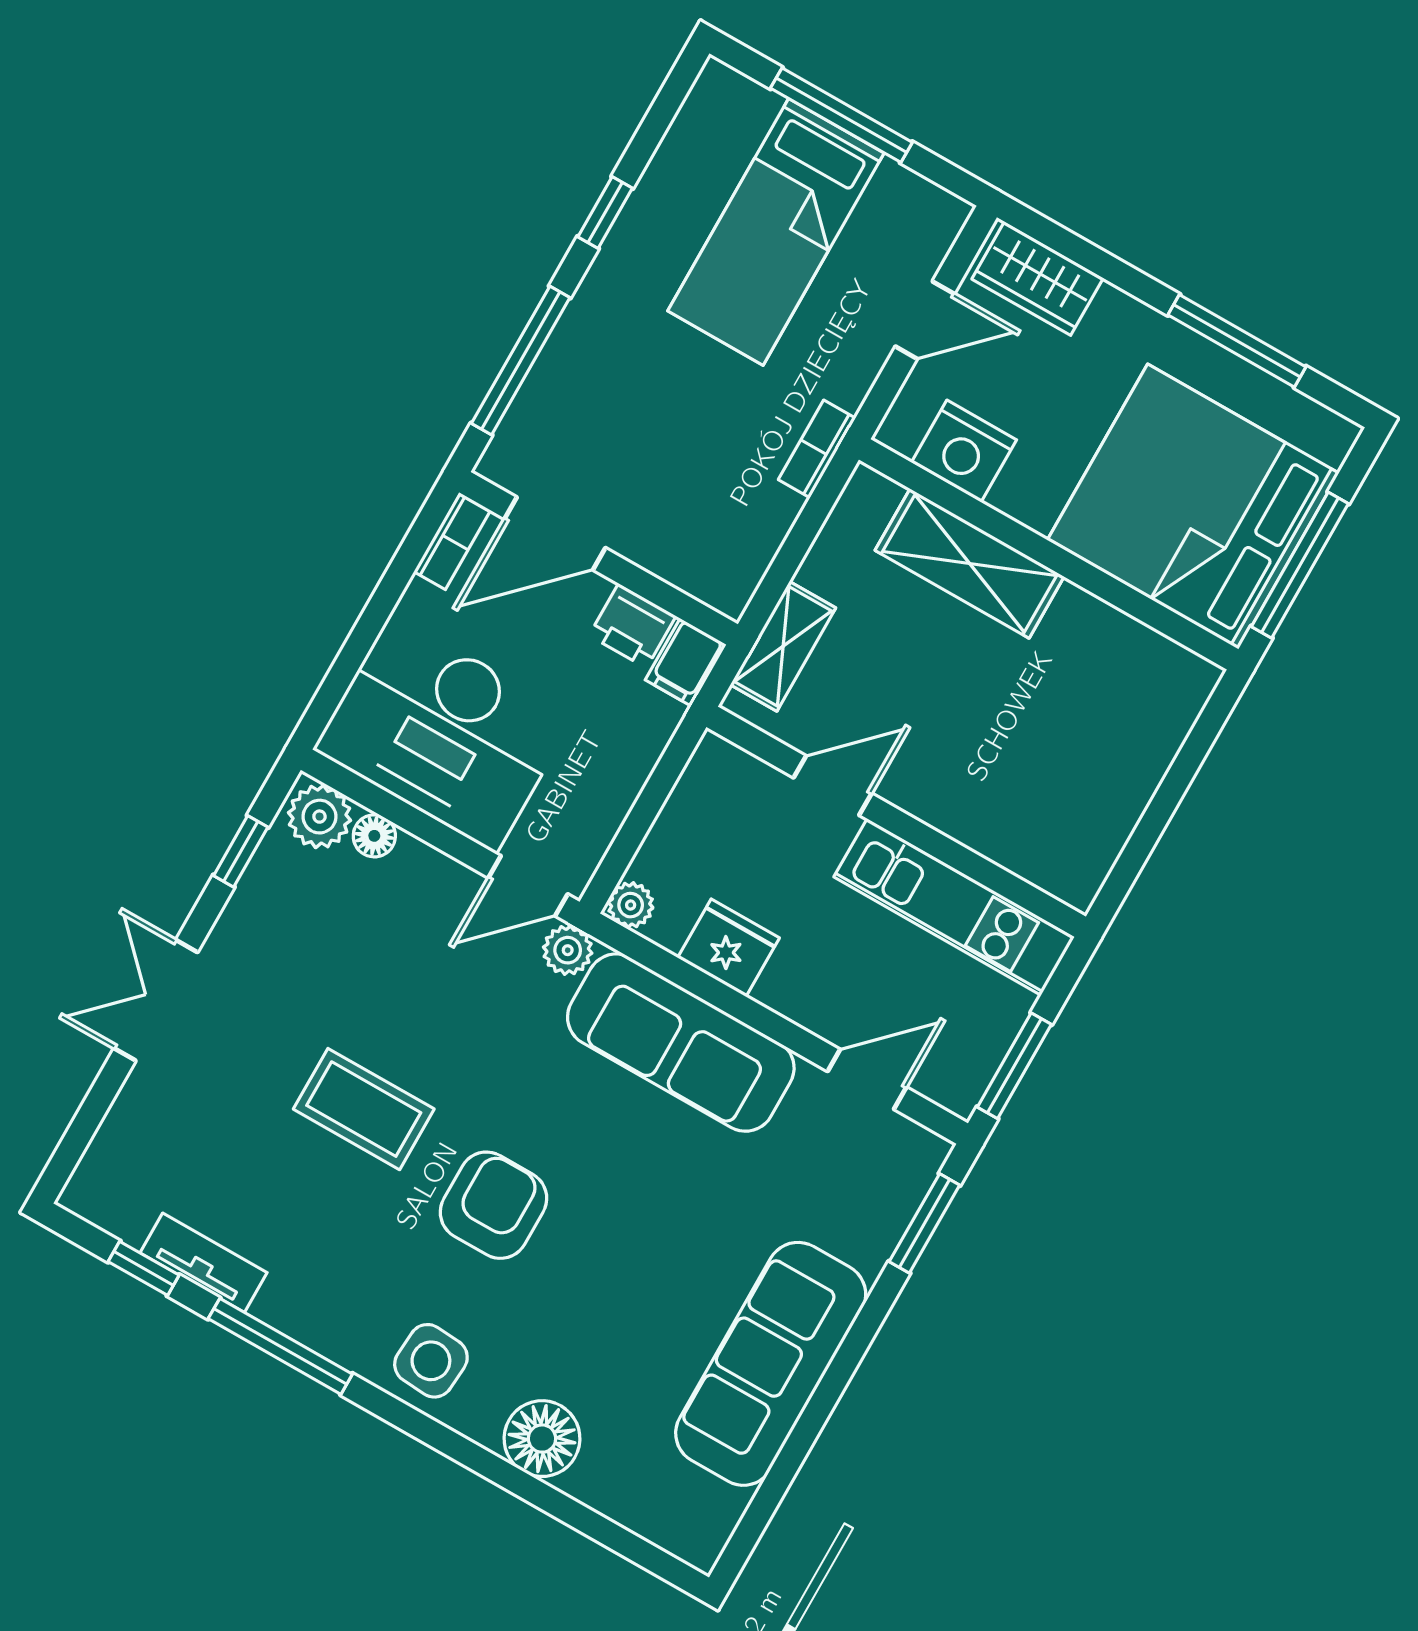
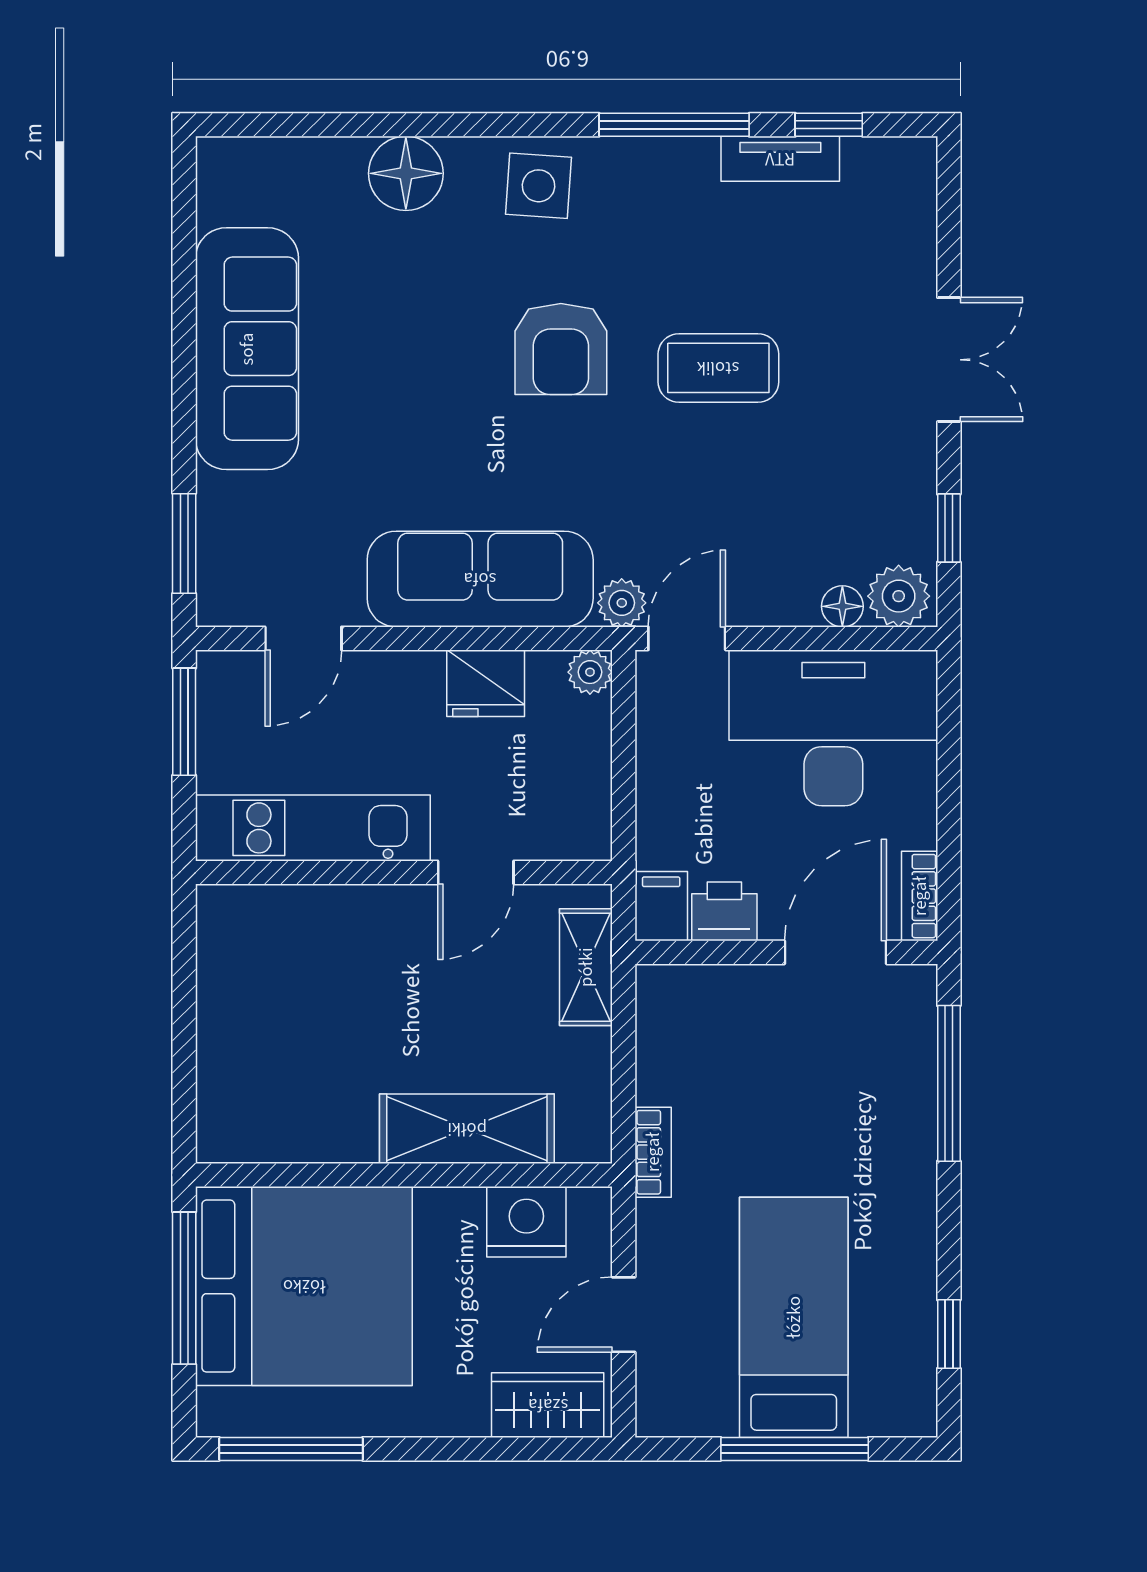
window: (605, 213) -> (949, 1334), moved
window: (1237, 341) -> (291, 1449), moved

